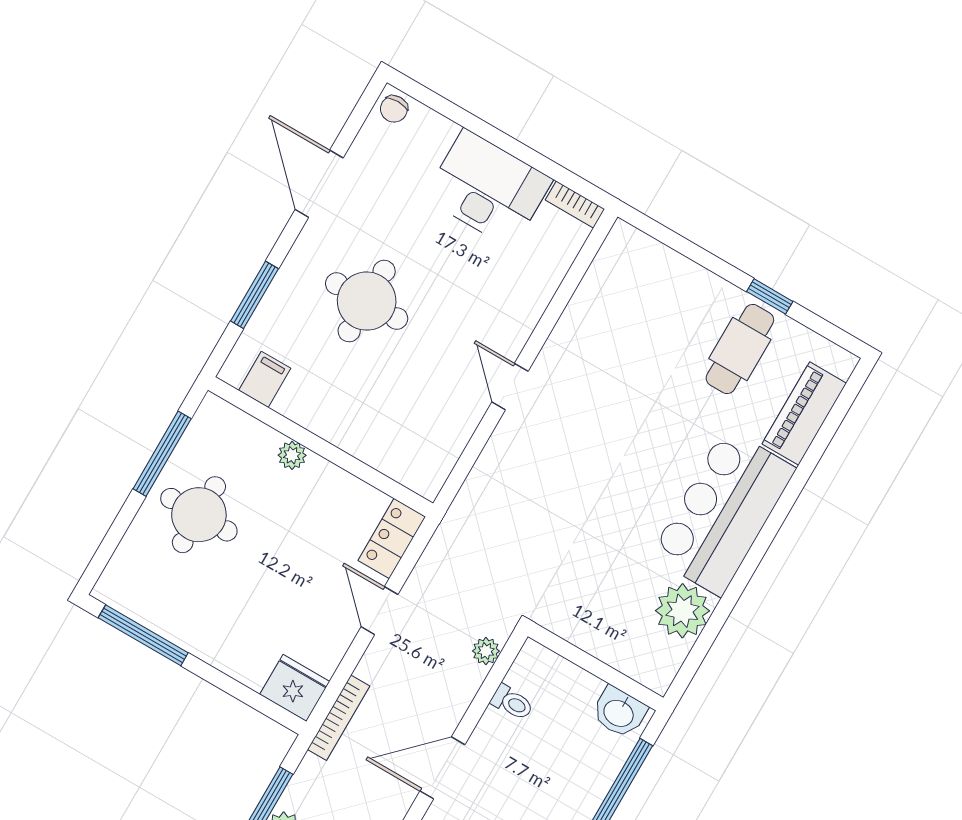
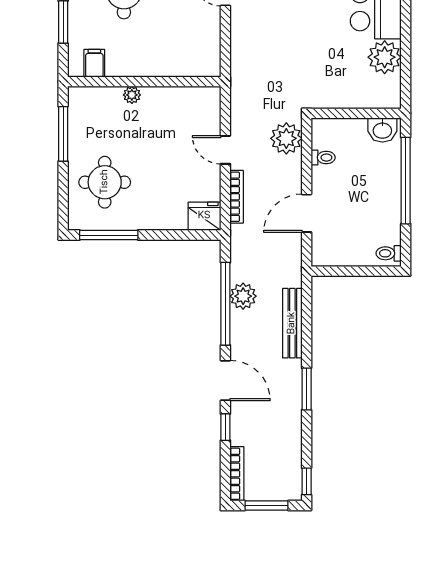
round table: (199, 515) -> (105, 182), moved
locker: (392, 539) -> (210, 108), removed
plant: (486, 651) -> (286, 138), width x1.88, depth x1.88
bookcase: (339, 718) -> (237, 197), moved

